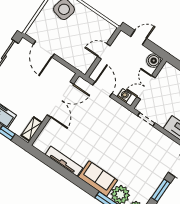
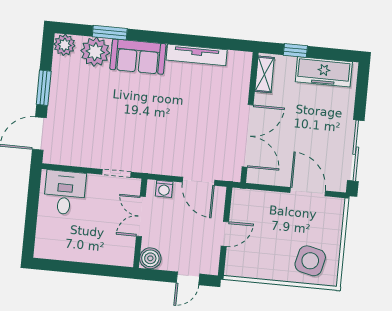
double door: (146, 87) -> (141, 216), swing flipped
double door: (60, 99) -> (248, 136), swing flipped

